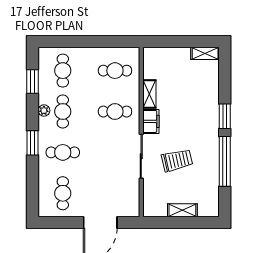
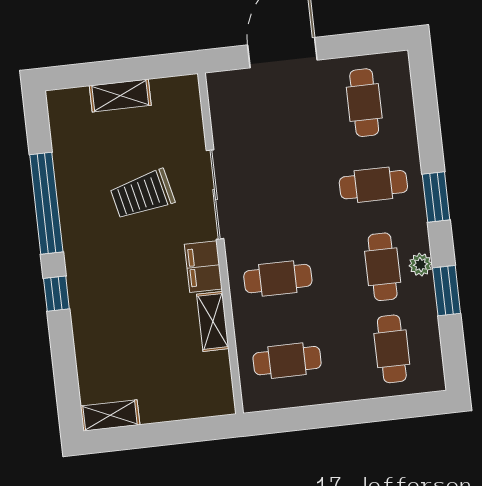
window: (33, 82) -> (447, 291), moved
window: (225, 116) -> (56, 294), width x0.67

